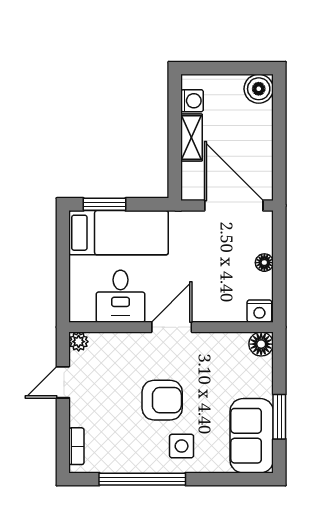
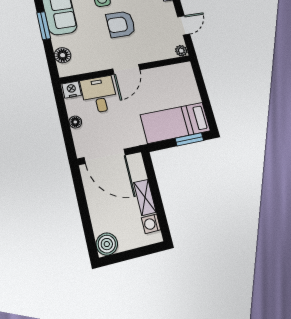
desk: (121, 296) -> (99, 95), moved
floor lamp: (261, 344) -> (63, 55), moved

